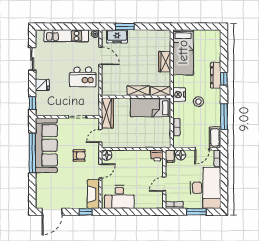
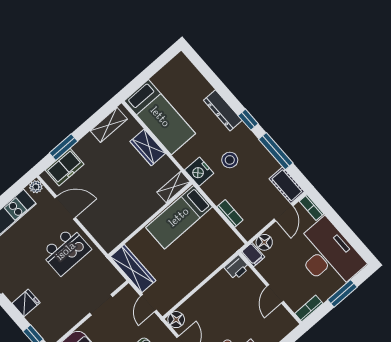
window: (224, 79) -> (248, 120), moved
shelving: (138, 91) -> (109, 125), moved

